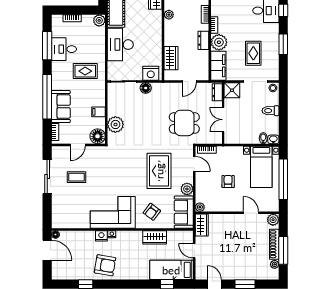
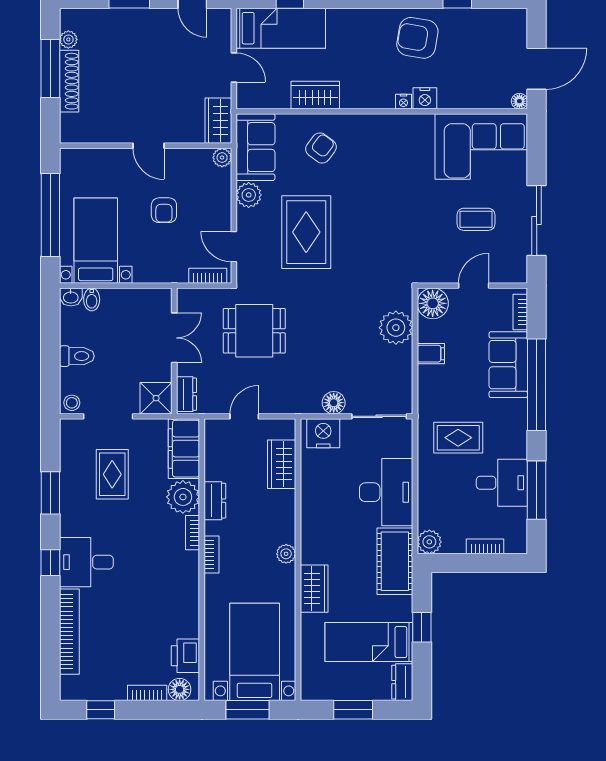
corner sofa: (113, 212) -> (481, 147), moved
door: (251, 213) -> (149, 146), moved
plant: (273, 220) -> (71, 132), removed
door: (47, 250) -> (537, 69), swing flipped

